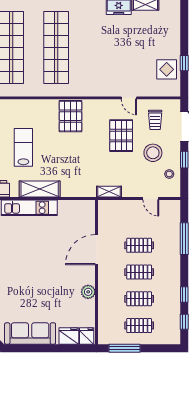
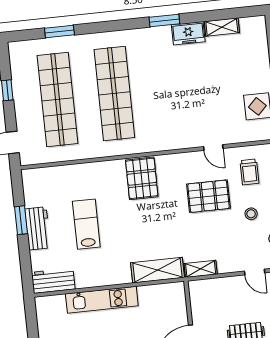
pallet: (121, 136) -> (208, 196), turned 90
stool: (153, 153) -> (251, 214), width x0.53, depth x0.53
shelving: (40, 189) -> (158, 270), moved

